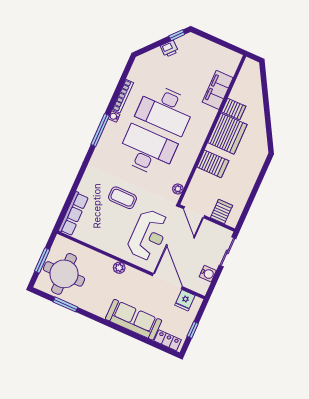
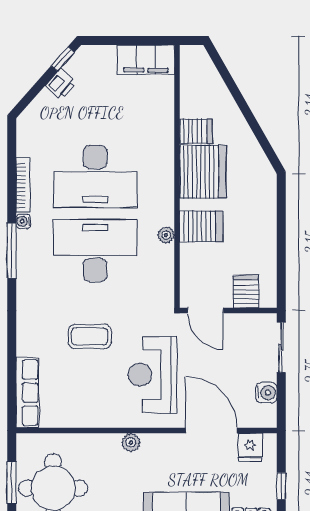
filing cabinet: (218, 90) -> (146, 60), moved, turned -90
plant: (178, 189) -> (166, 235), moved
reception desk: (148, 235) -> (152, 375), turned 180

